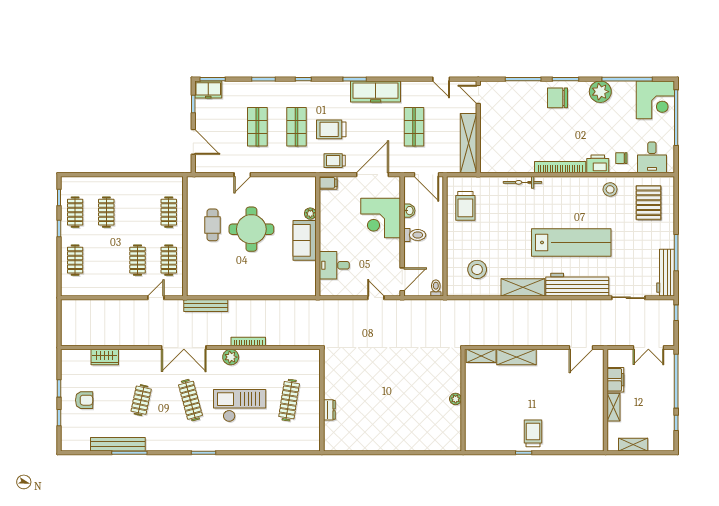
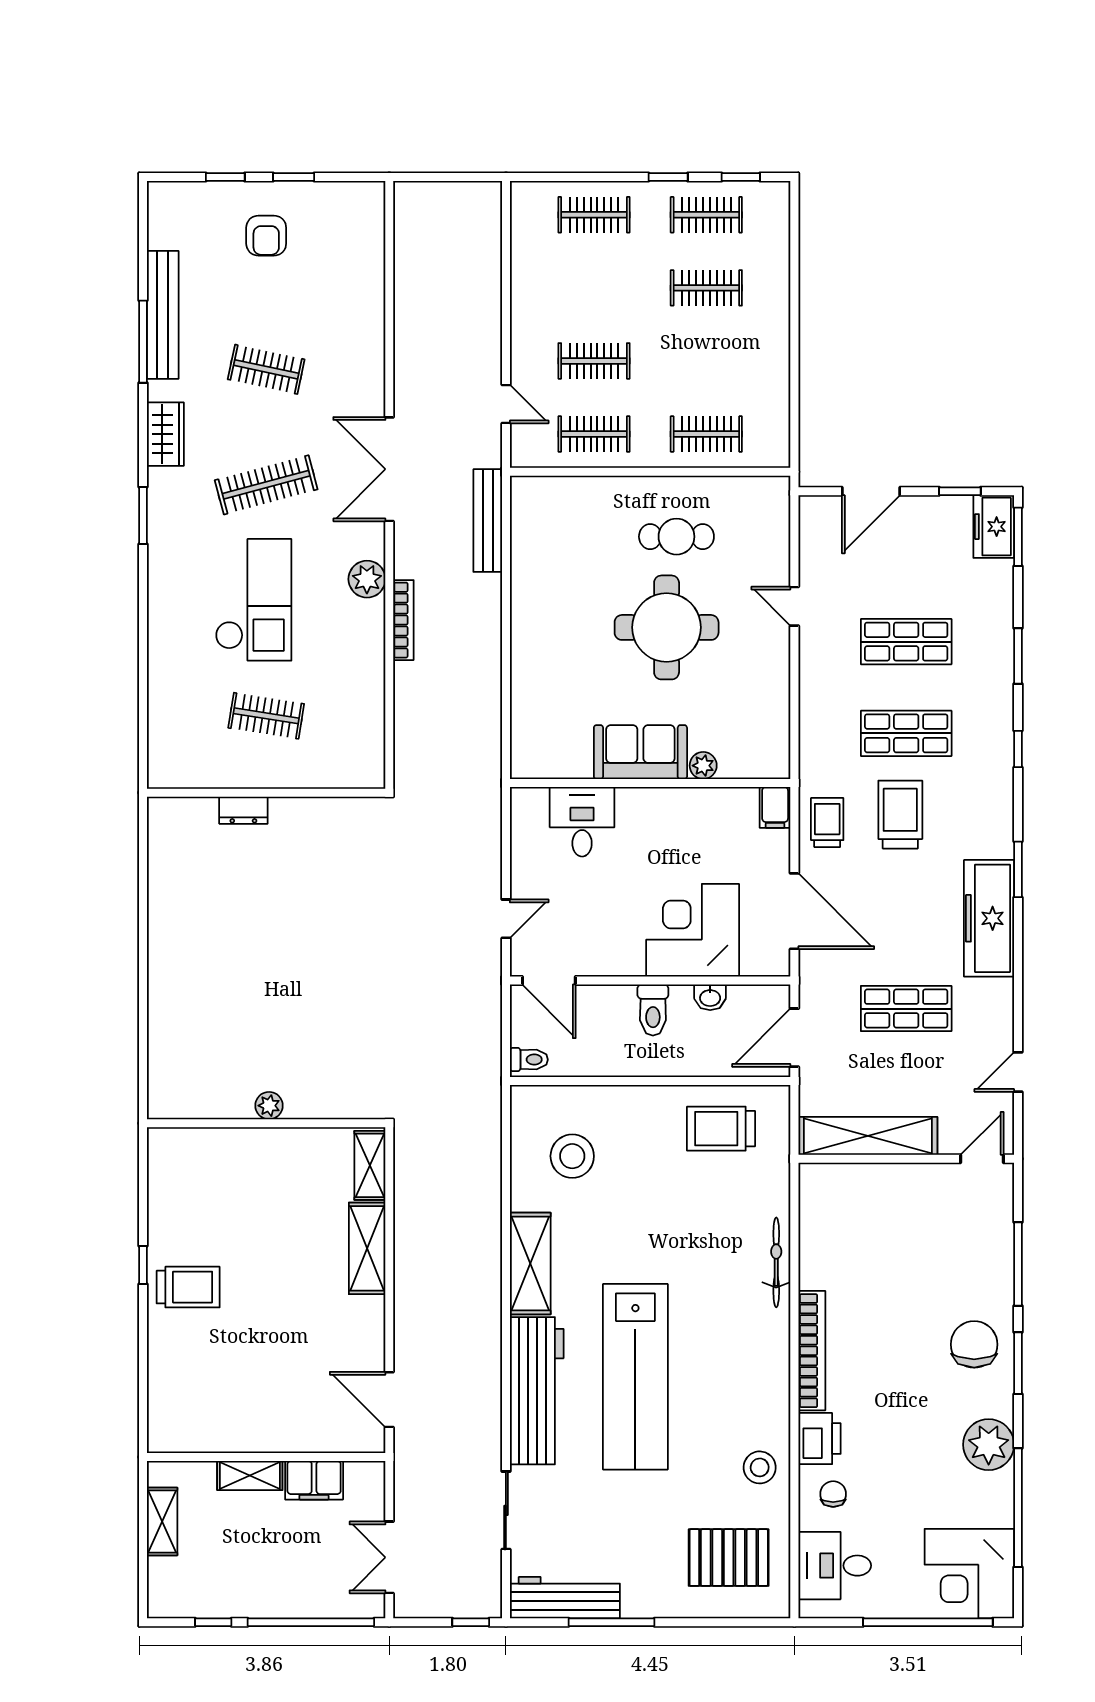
wardrobe: (105, 357) -> (165, 434), moved, turned 180
clothes rail: (289, 400) -> (266, 716), width x0.73

